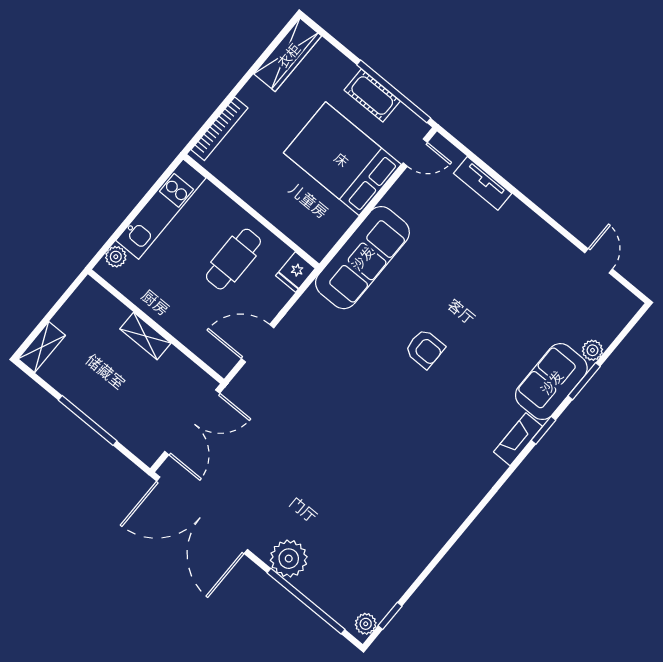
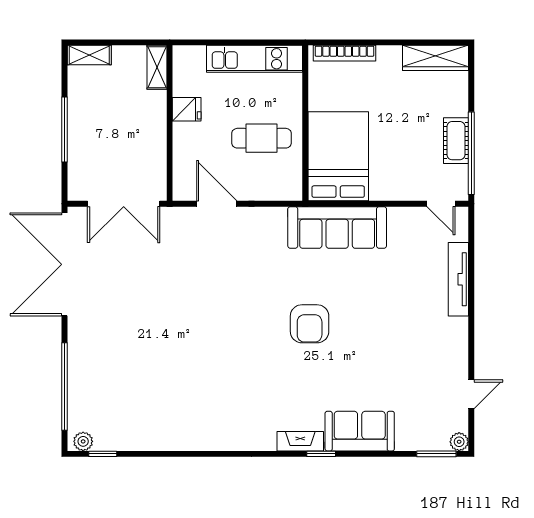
bed: (342, 159) -> (338, 156), moved
tv unit: (483, 183) -> (458, 279), width x1.41
plant: (116, 257) -> (195, 55), removed
fridge: (295, 272) -> (187, 109), moved, turned 180
shelving: (145, 336) -> (157, 67), moved
armchair: (425, 349) -> (310, 324), width x1.38, depth x1.38
plant: (592, 350) -> (459, 442), moved
window: (584, 381) -> (436, 454), moved
plant: (289, 559) -> (84, 350), removed

